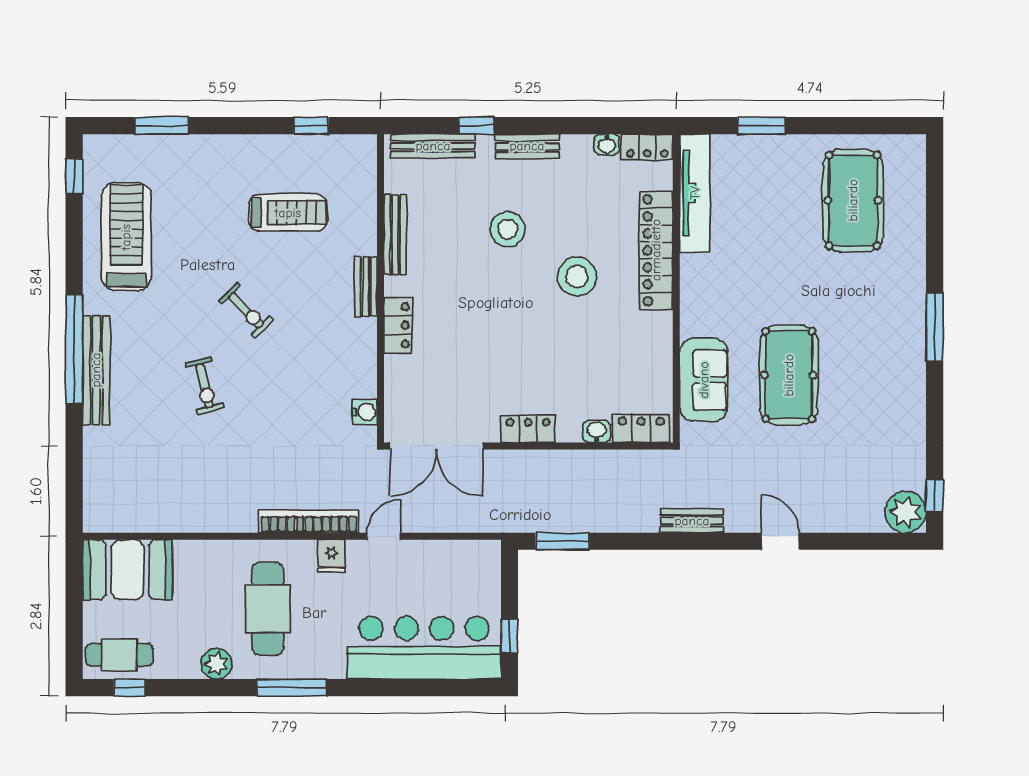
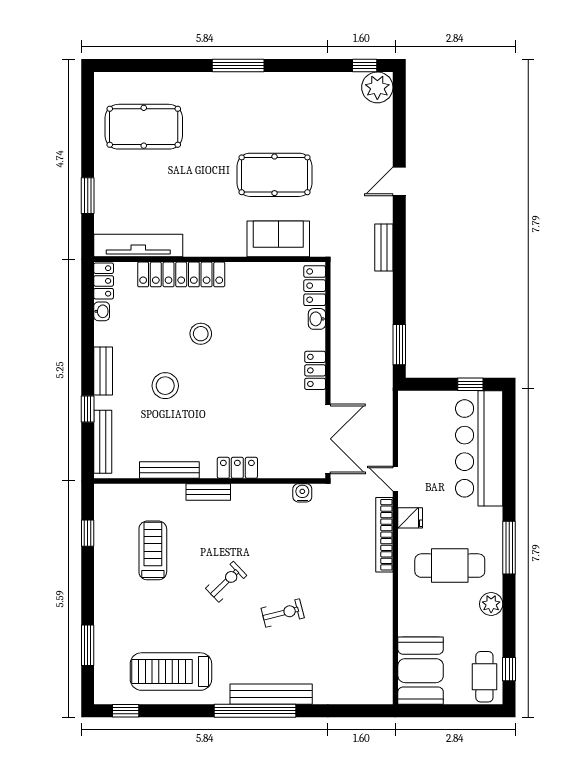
stool: (577, 277) -> (201, 334), width x0.73, depth x0.73

